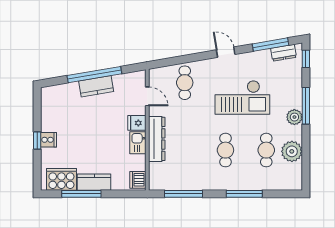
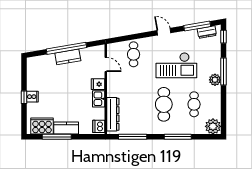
dresser: (157, 139) -> (113, 114), moved
cafe table: (225, 150) -> (164, 104), width x1.37, depth x1.35
plant: (292, 151) -> (213, 126), moved

